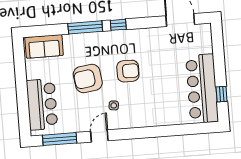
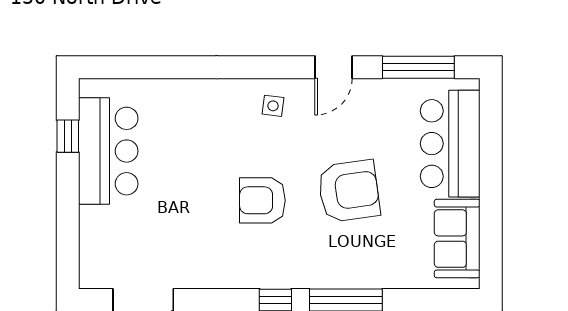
sofa: (44, 46) -> (457, 239), moved, turned -90
bar counter: (202, 89) -> (108, 151), width x0.73
side table: (114, 105) -> (273, 106), moved

